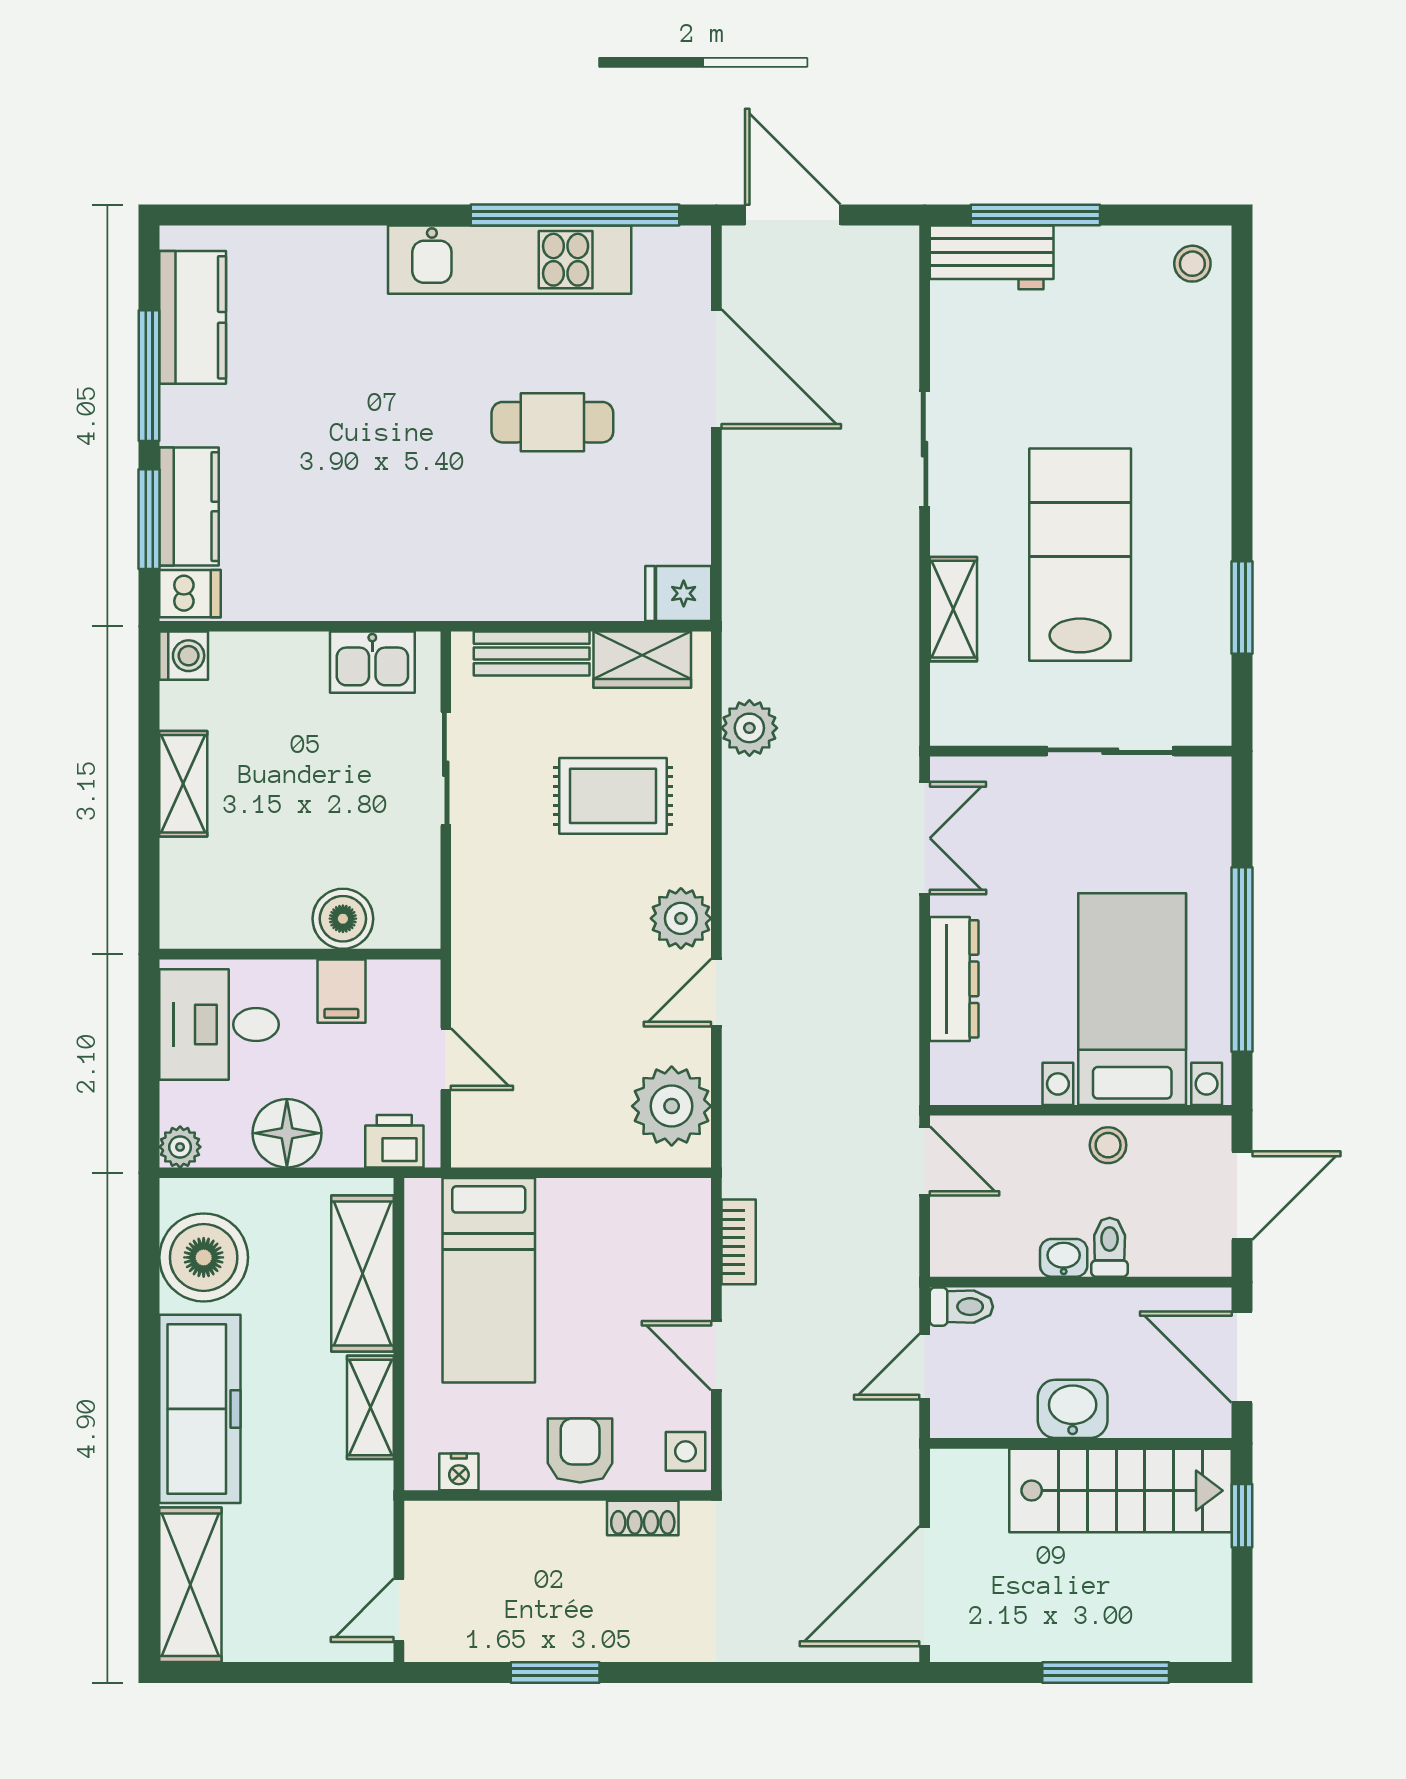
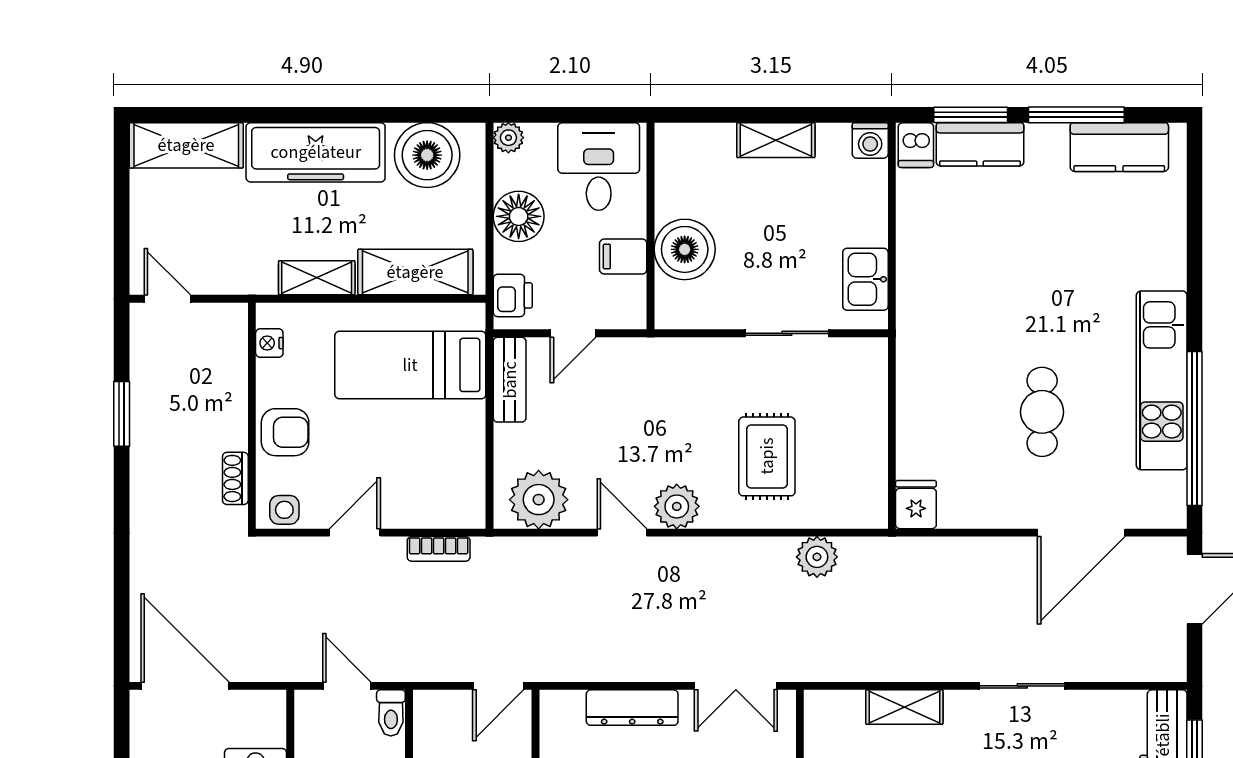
bench: (532, 654) -> (510, 380), moved
wardrobe: (642, 660) -> (867, 478), removed
boiler: (343, 919) -> (685, 249), width x1.37, depth x1.37

